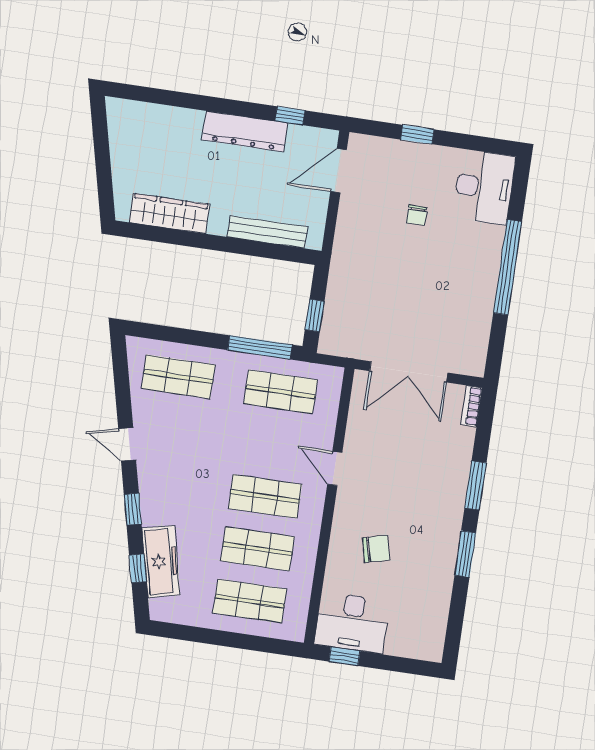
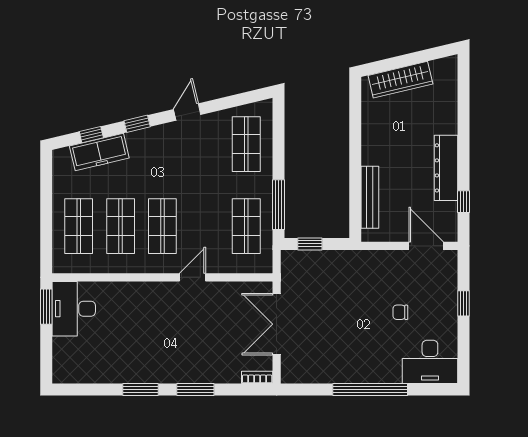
wardrobe: (169, 213) -> (400, 80), moved, turned 77
chair: (376, 549) -> (134, 319), removed
window: (344, 656) -> (46, 307), width x1.50

